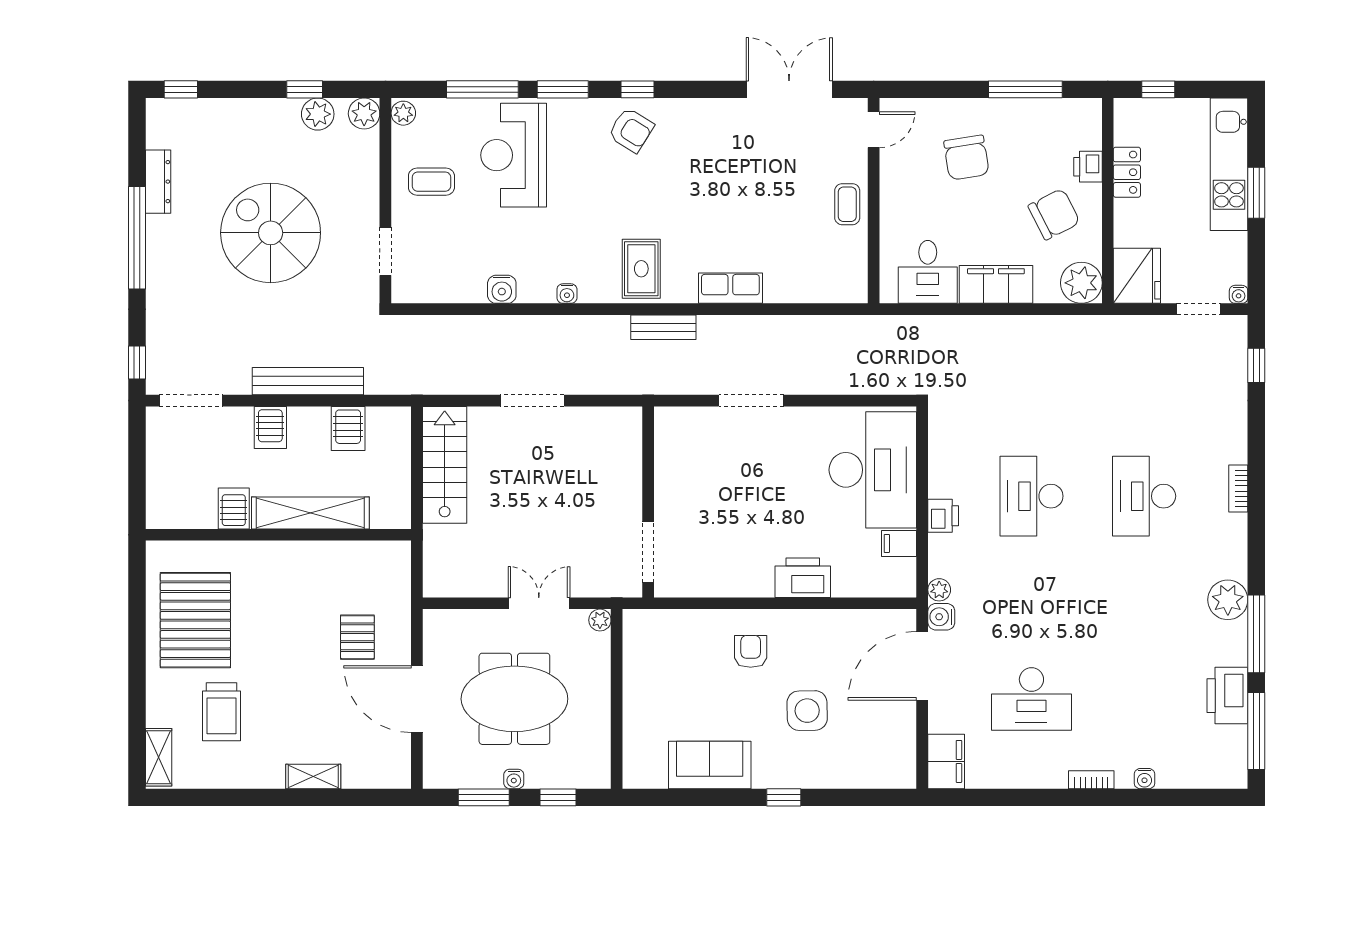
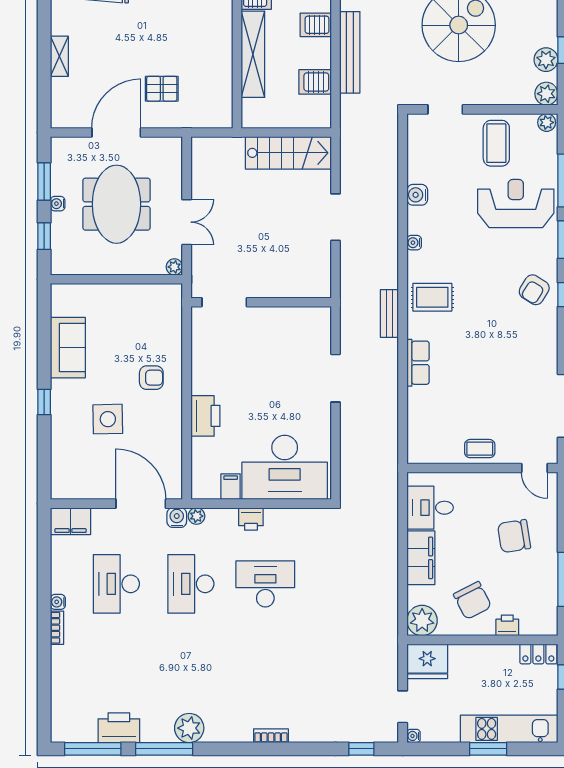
locker: (1127, 172) -> (538, 654), moved
coffee table: (431, 182) -> (496, 143), width x1.36, depth x1.30
desk: (1144, 496) -> (191, 584), moved, turned -90
water cooler: (1144, 779) -> (58, 602), moved

